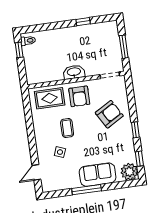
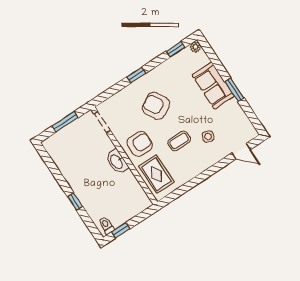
window: (83, 22) -> (75, 201), moved
armchair: (109, 114) -> (156, 106), moved
window: (135, 130) -> (136, 75), moved
plant: (129, 172) -> (195, 47), width x0.53, depth x0.53
window: (87, 190) -> (234, 90), width x0.69

